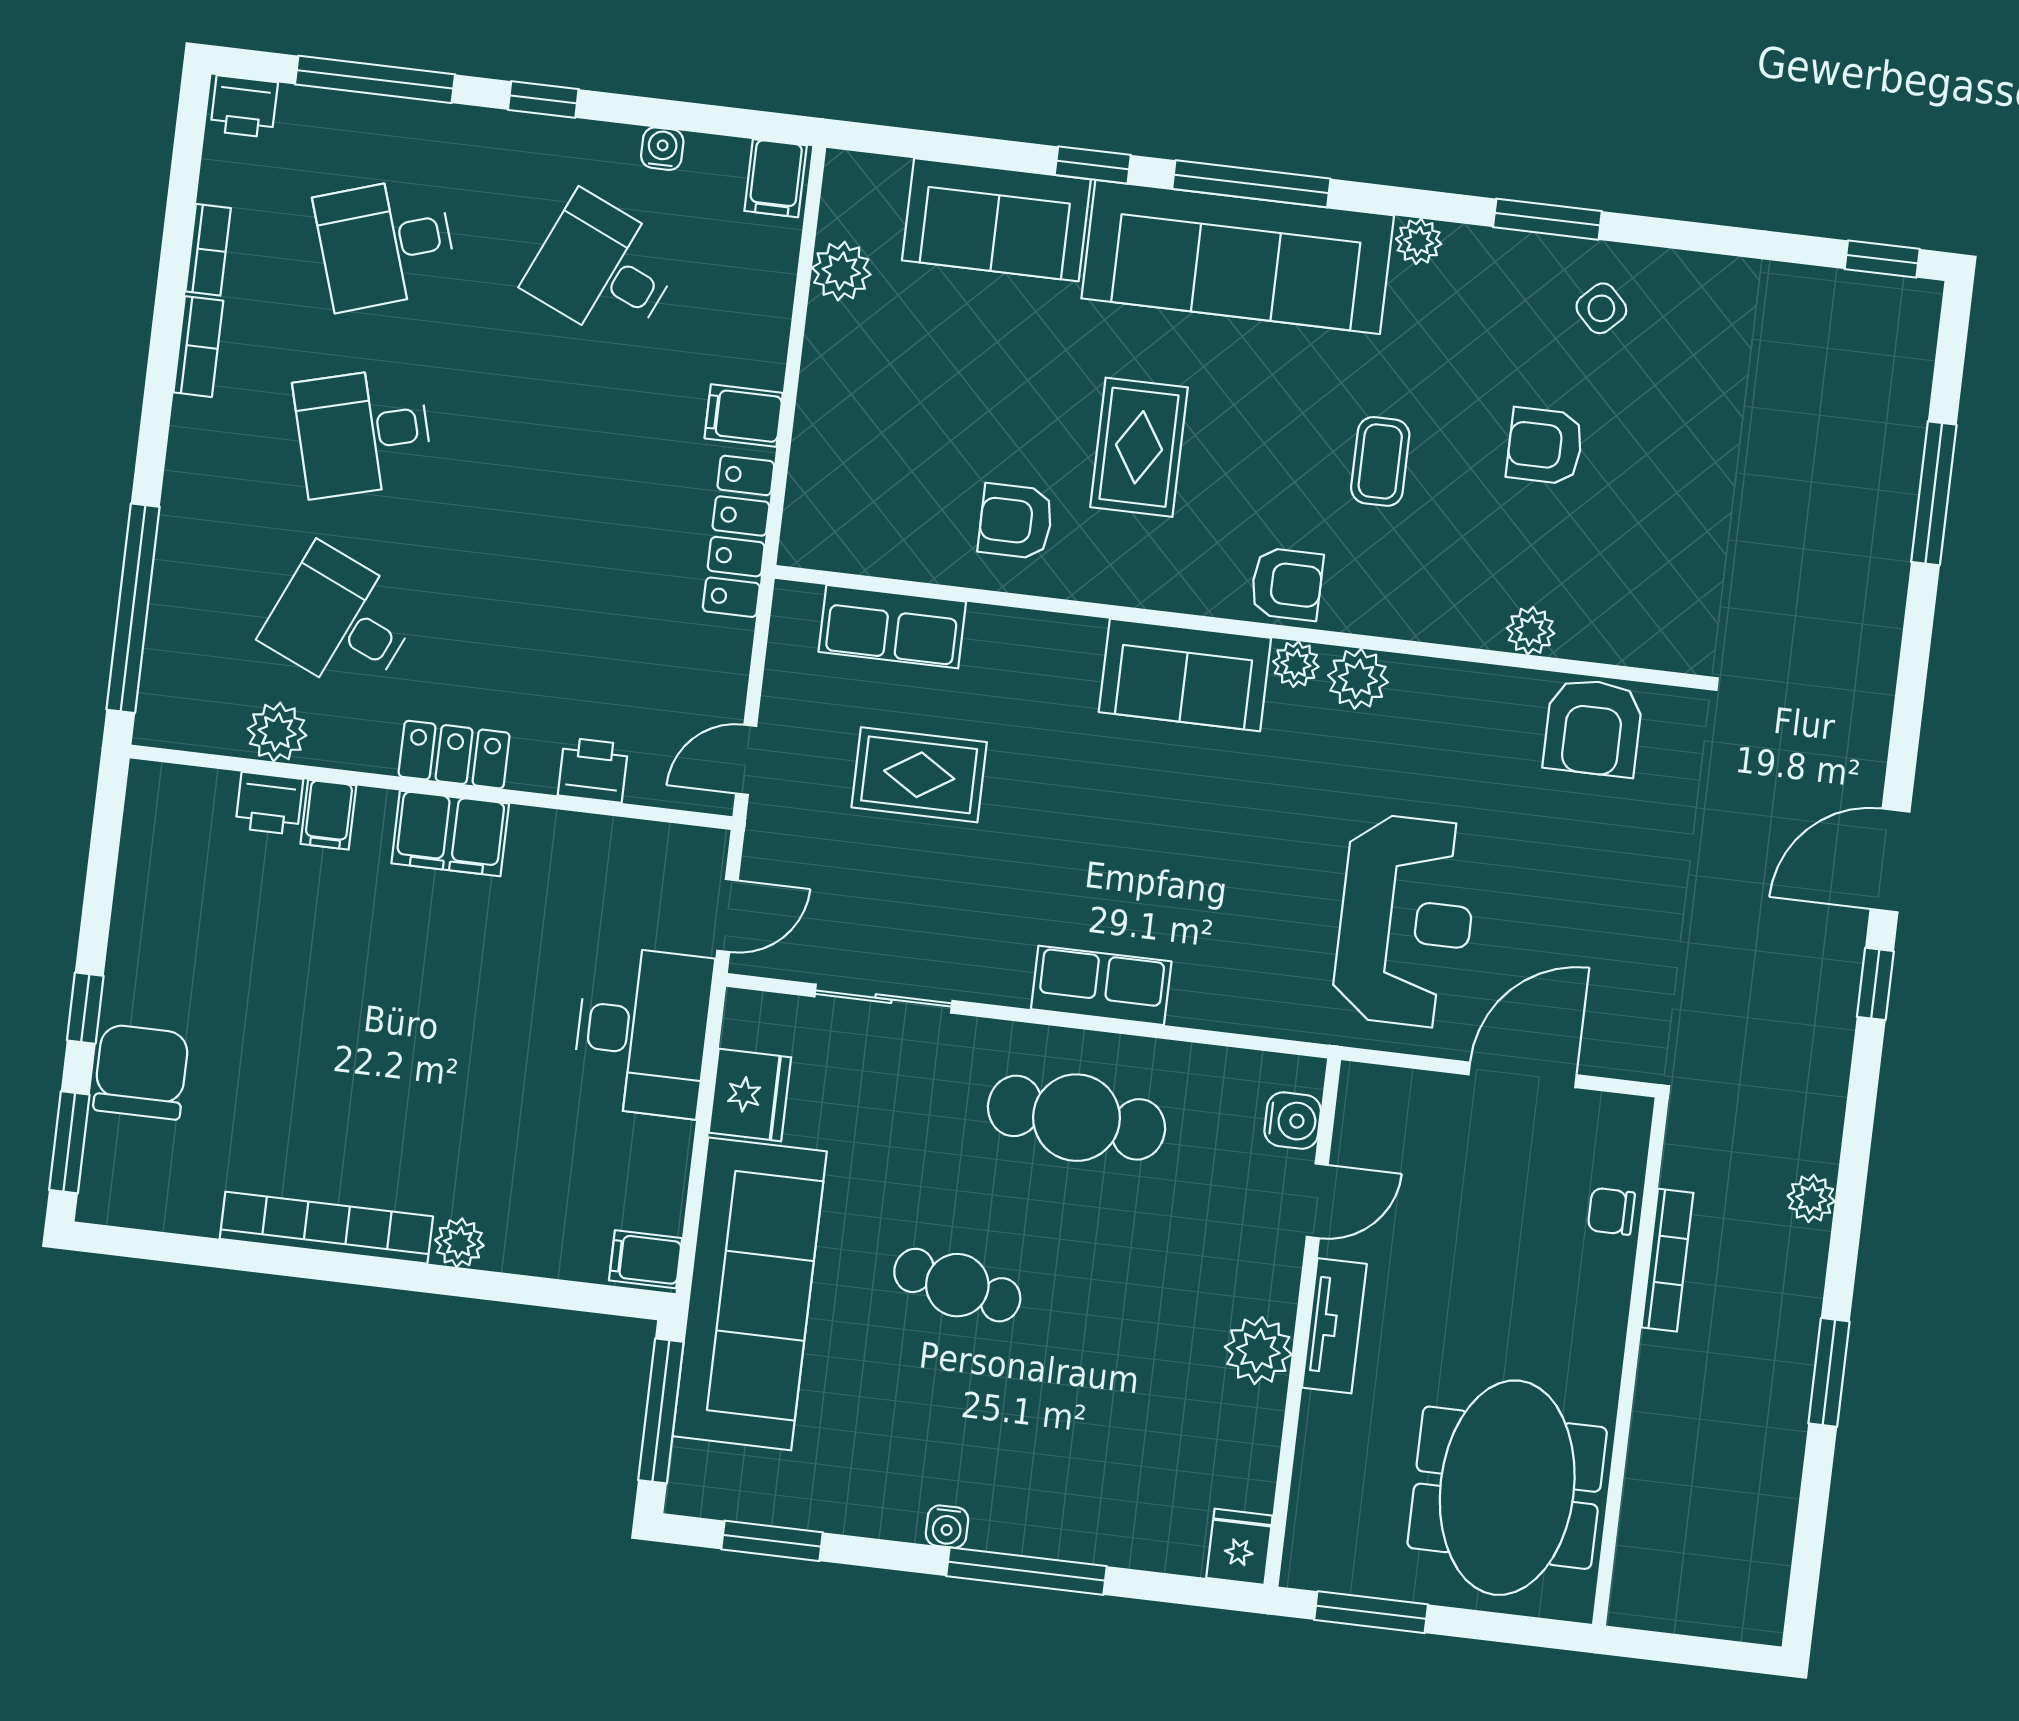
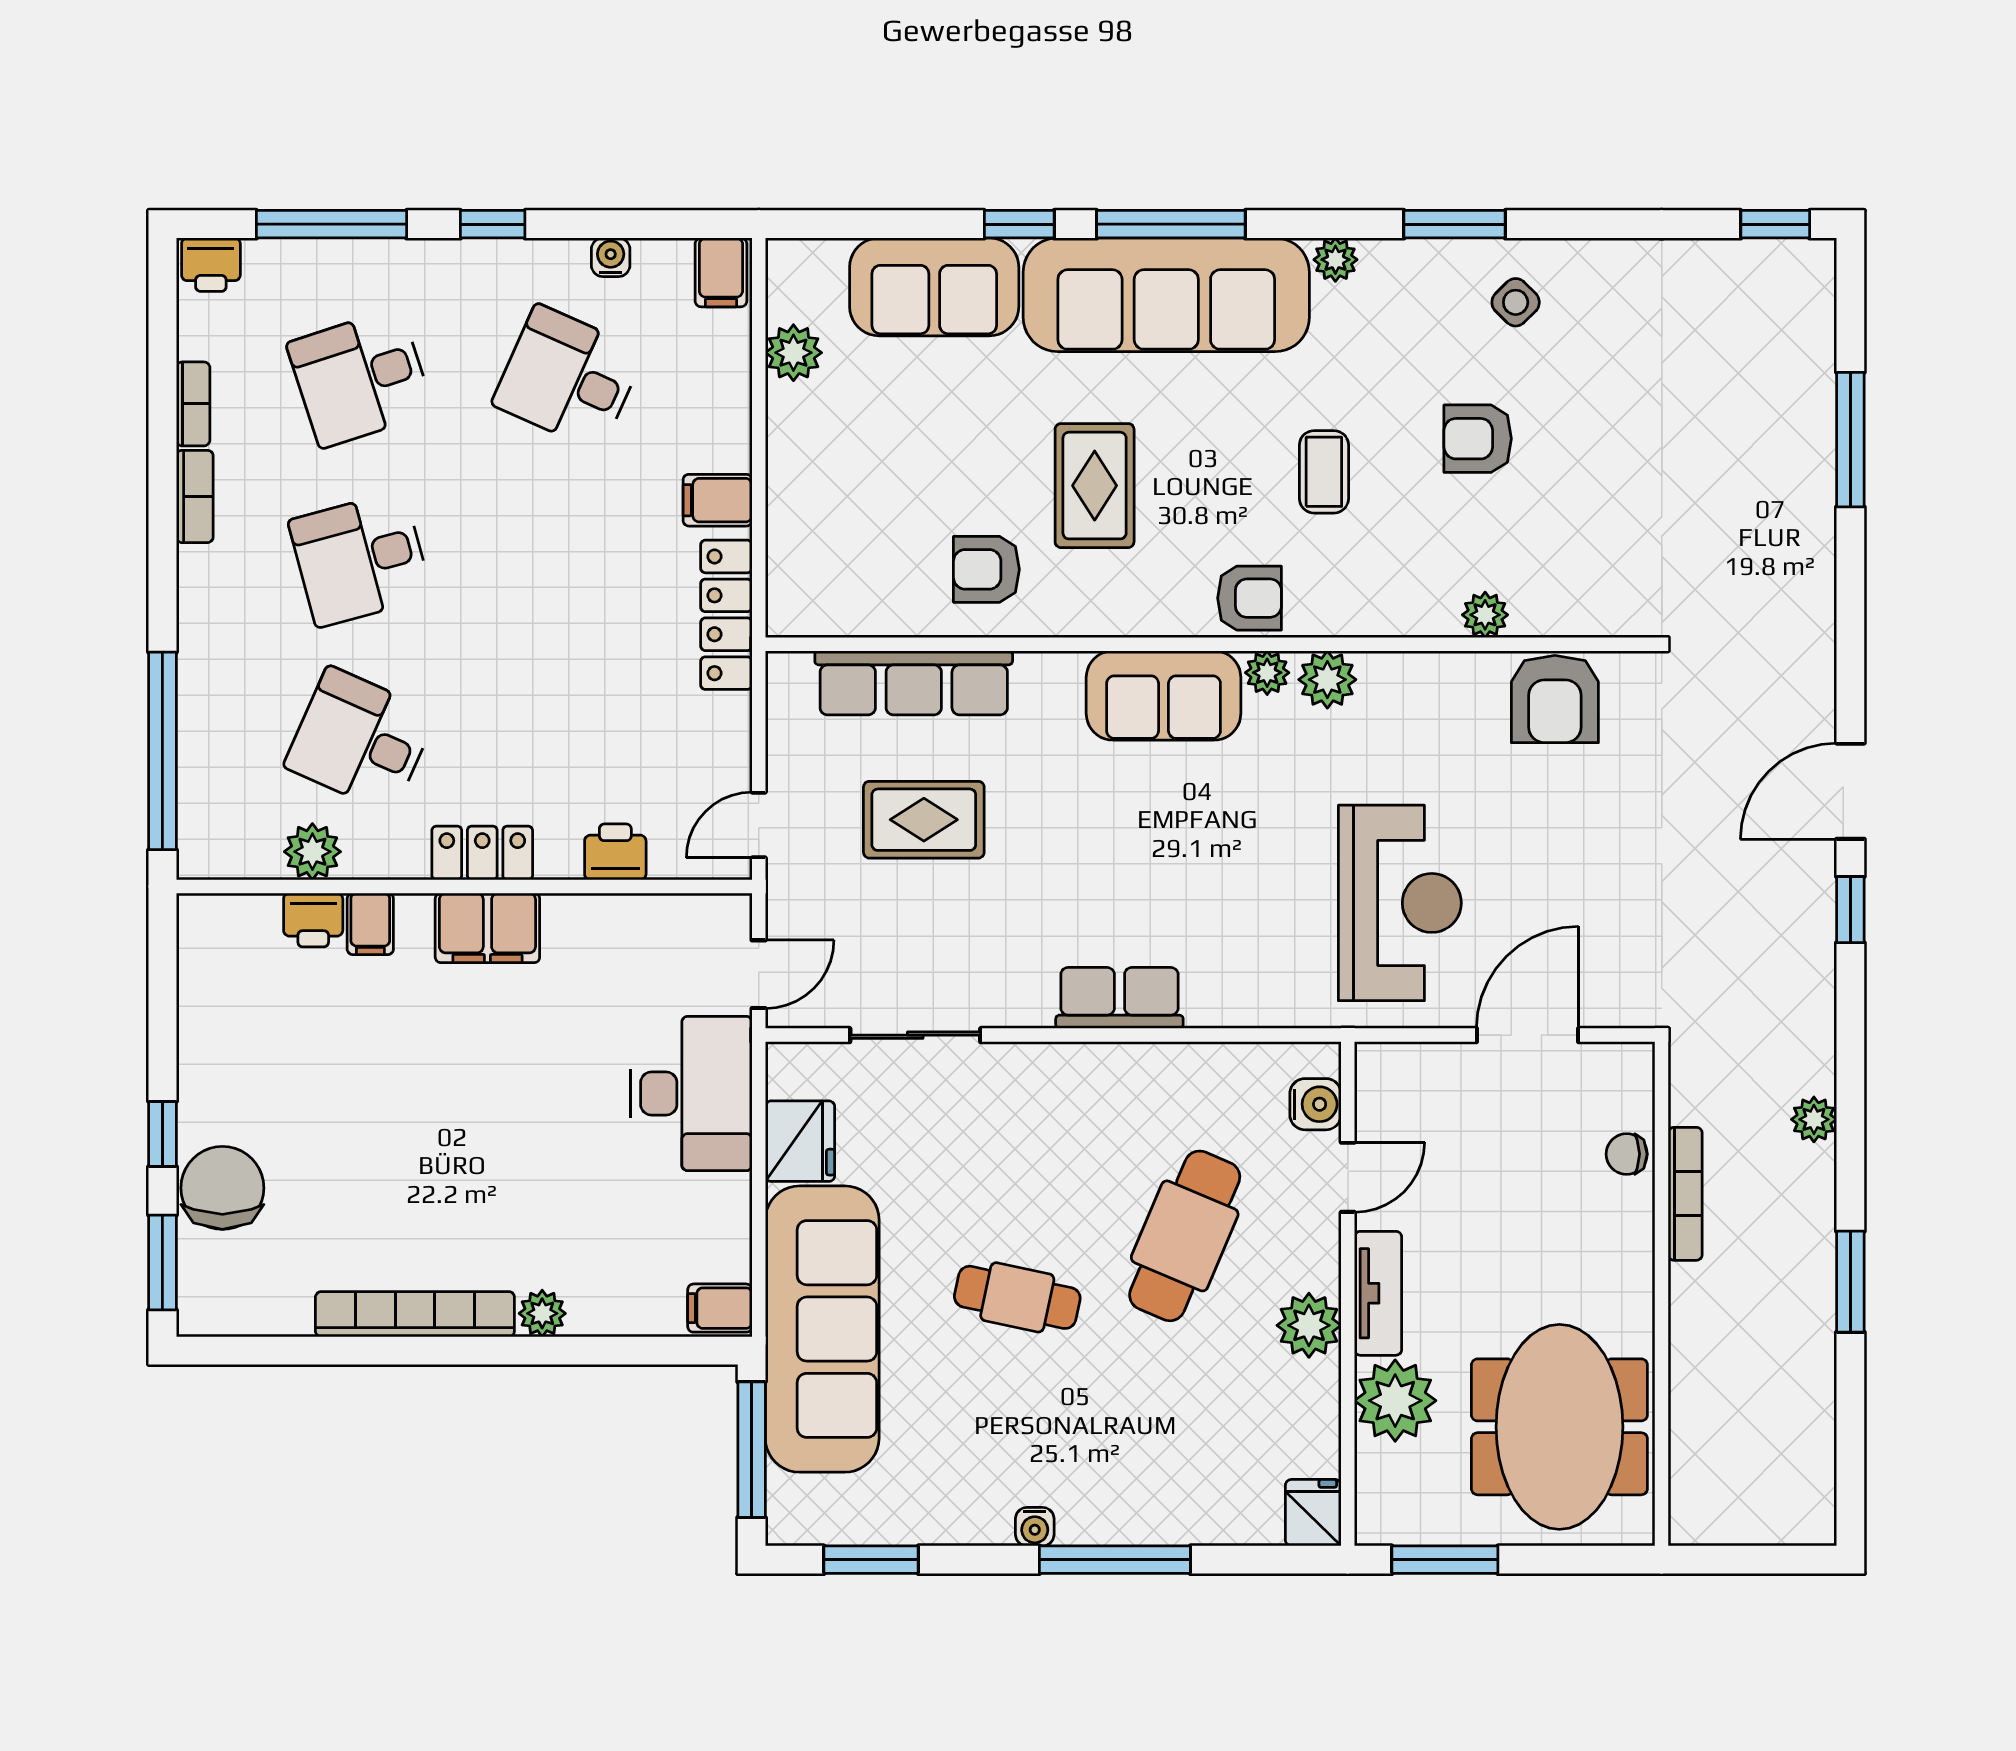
row of seats: (892, 627) -> (914, 683), width x1.48
cafe table: (1076, 1118) -> (1185, 1236), moved, turned -71
plant: (1339, 1440) -> (1395, 1401), added

